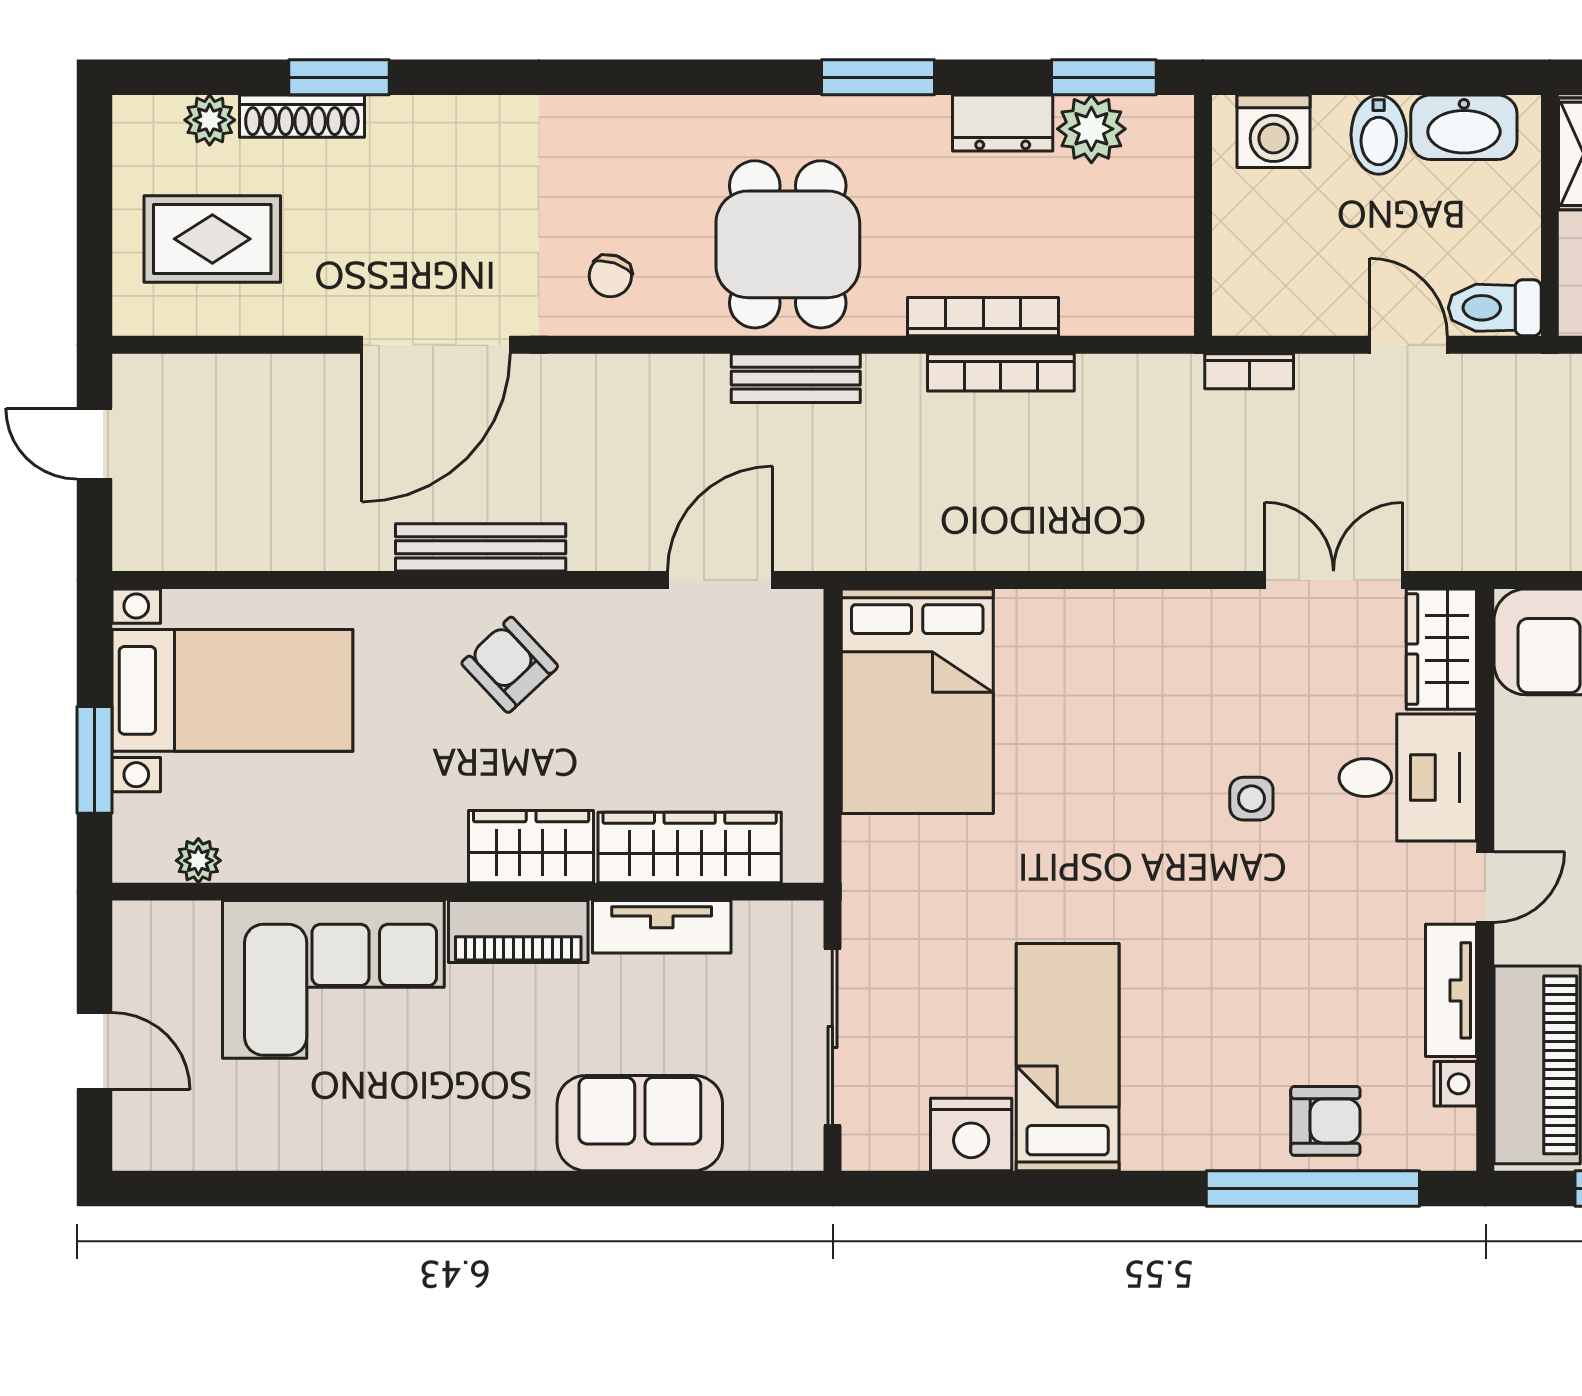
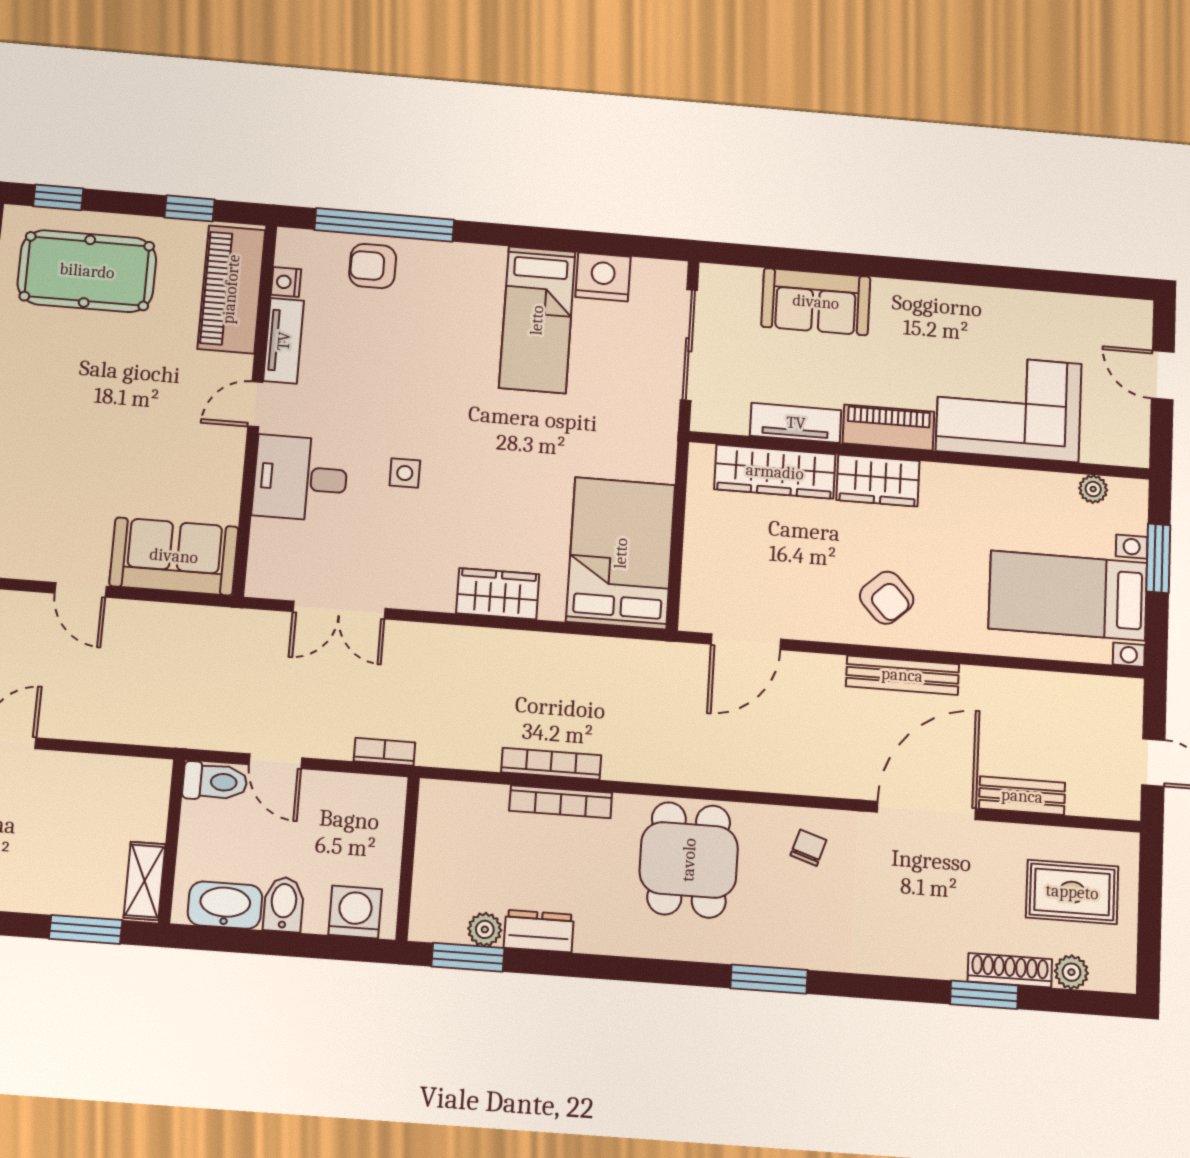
window: (878, 77) -> (769, 979), moved
plant: (1091, 129) -> (485, 929), width x0.73, depth x0.73
bench: (796, 378) -> (1022, 796), moved
wardrobe: (1441, 649) -> (498, 594), moved, turned -90

